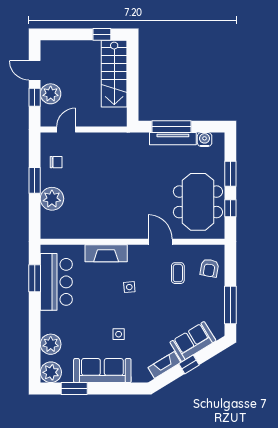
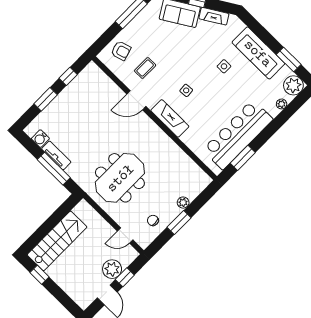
tv unit: (173, 139) -> (56, 155), width x0.71
plant: (52, 199) -> (183, 203), width x0.53, depth x0.53
meeting table: (198, 202) -> (120, 178), moved
door: (160, 242) -> (136, 100), hinge flipped
fireplace: (106, 253) -> (170, 118), moved
armchair: (209, 268) -> (121, 51), turned 63
bar counter: (56, 282) -> (238, 135), width x1.36
plant: (51, 344) -> (282, 104), width x0.53, depth x0.53

